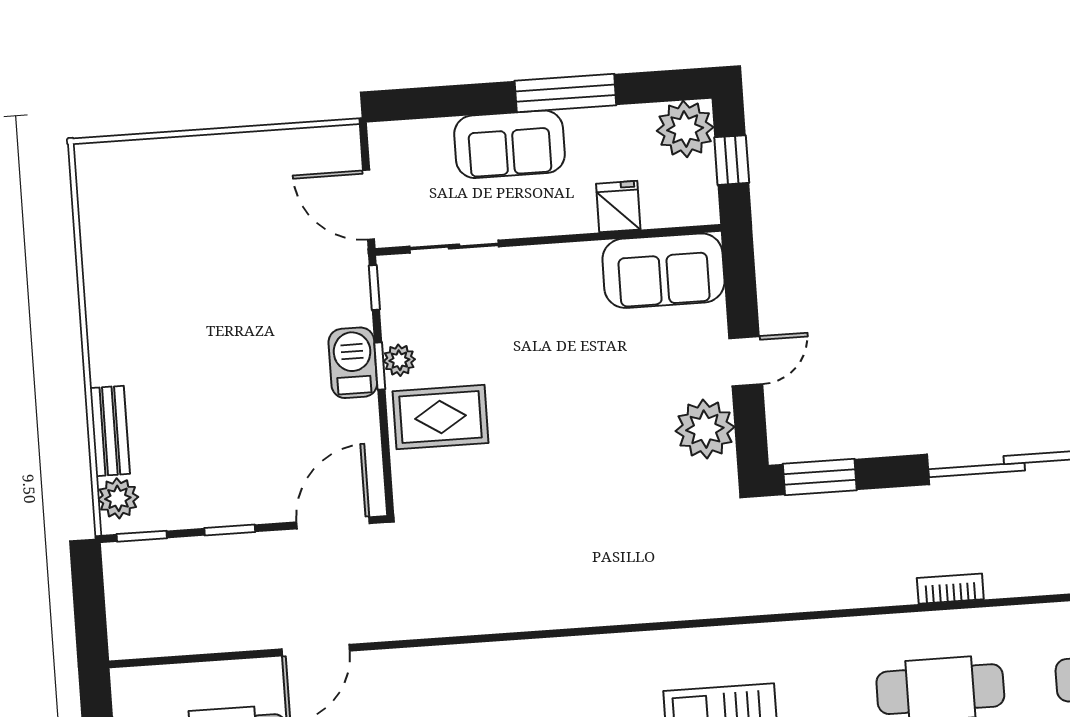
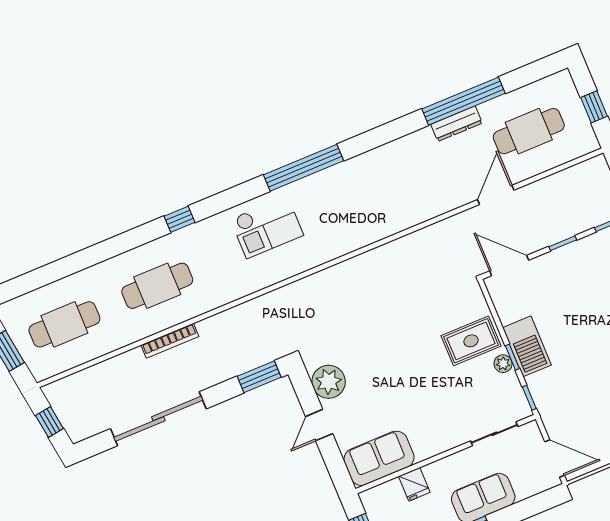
door: (369, 205) -> (555, 458), moved
barbecue: (353, 363) -> (527, 346), width x1.37, depth x1.21
door: (333, 523) -> (509, 266), swing flipped
bookcase: (950, 589) -> (170, 341), width x1.56

